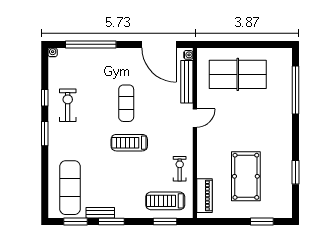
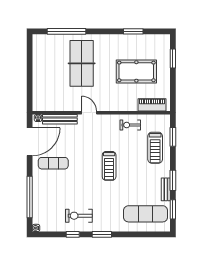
table tennis table: (238, 74) -> (82, 63), moved
exercise mat: (126, 103) -> (53, 163), moved
treadmill: (165, 201) -> (155, 148), moved

